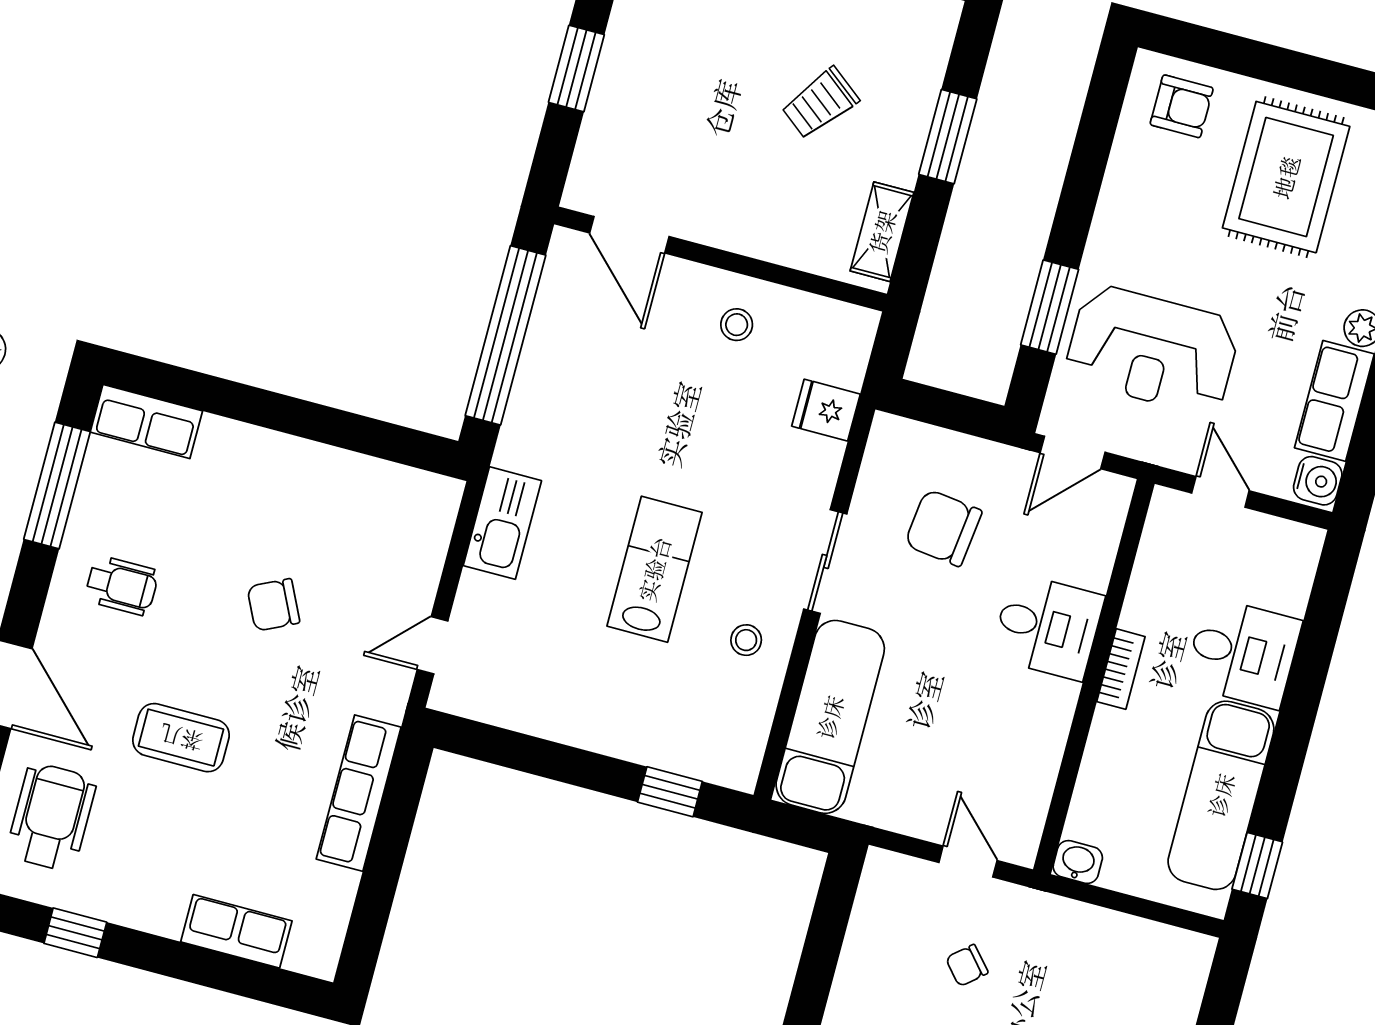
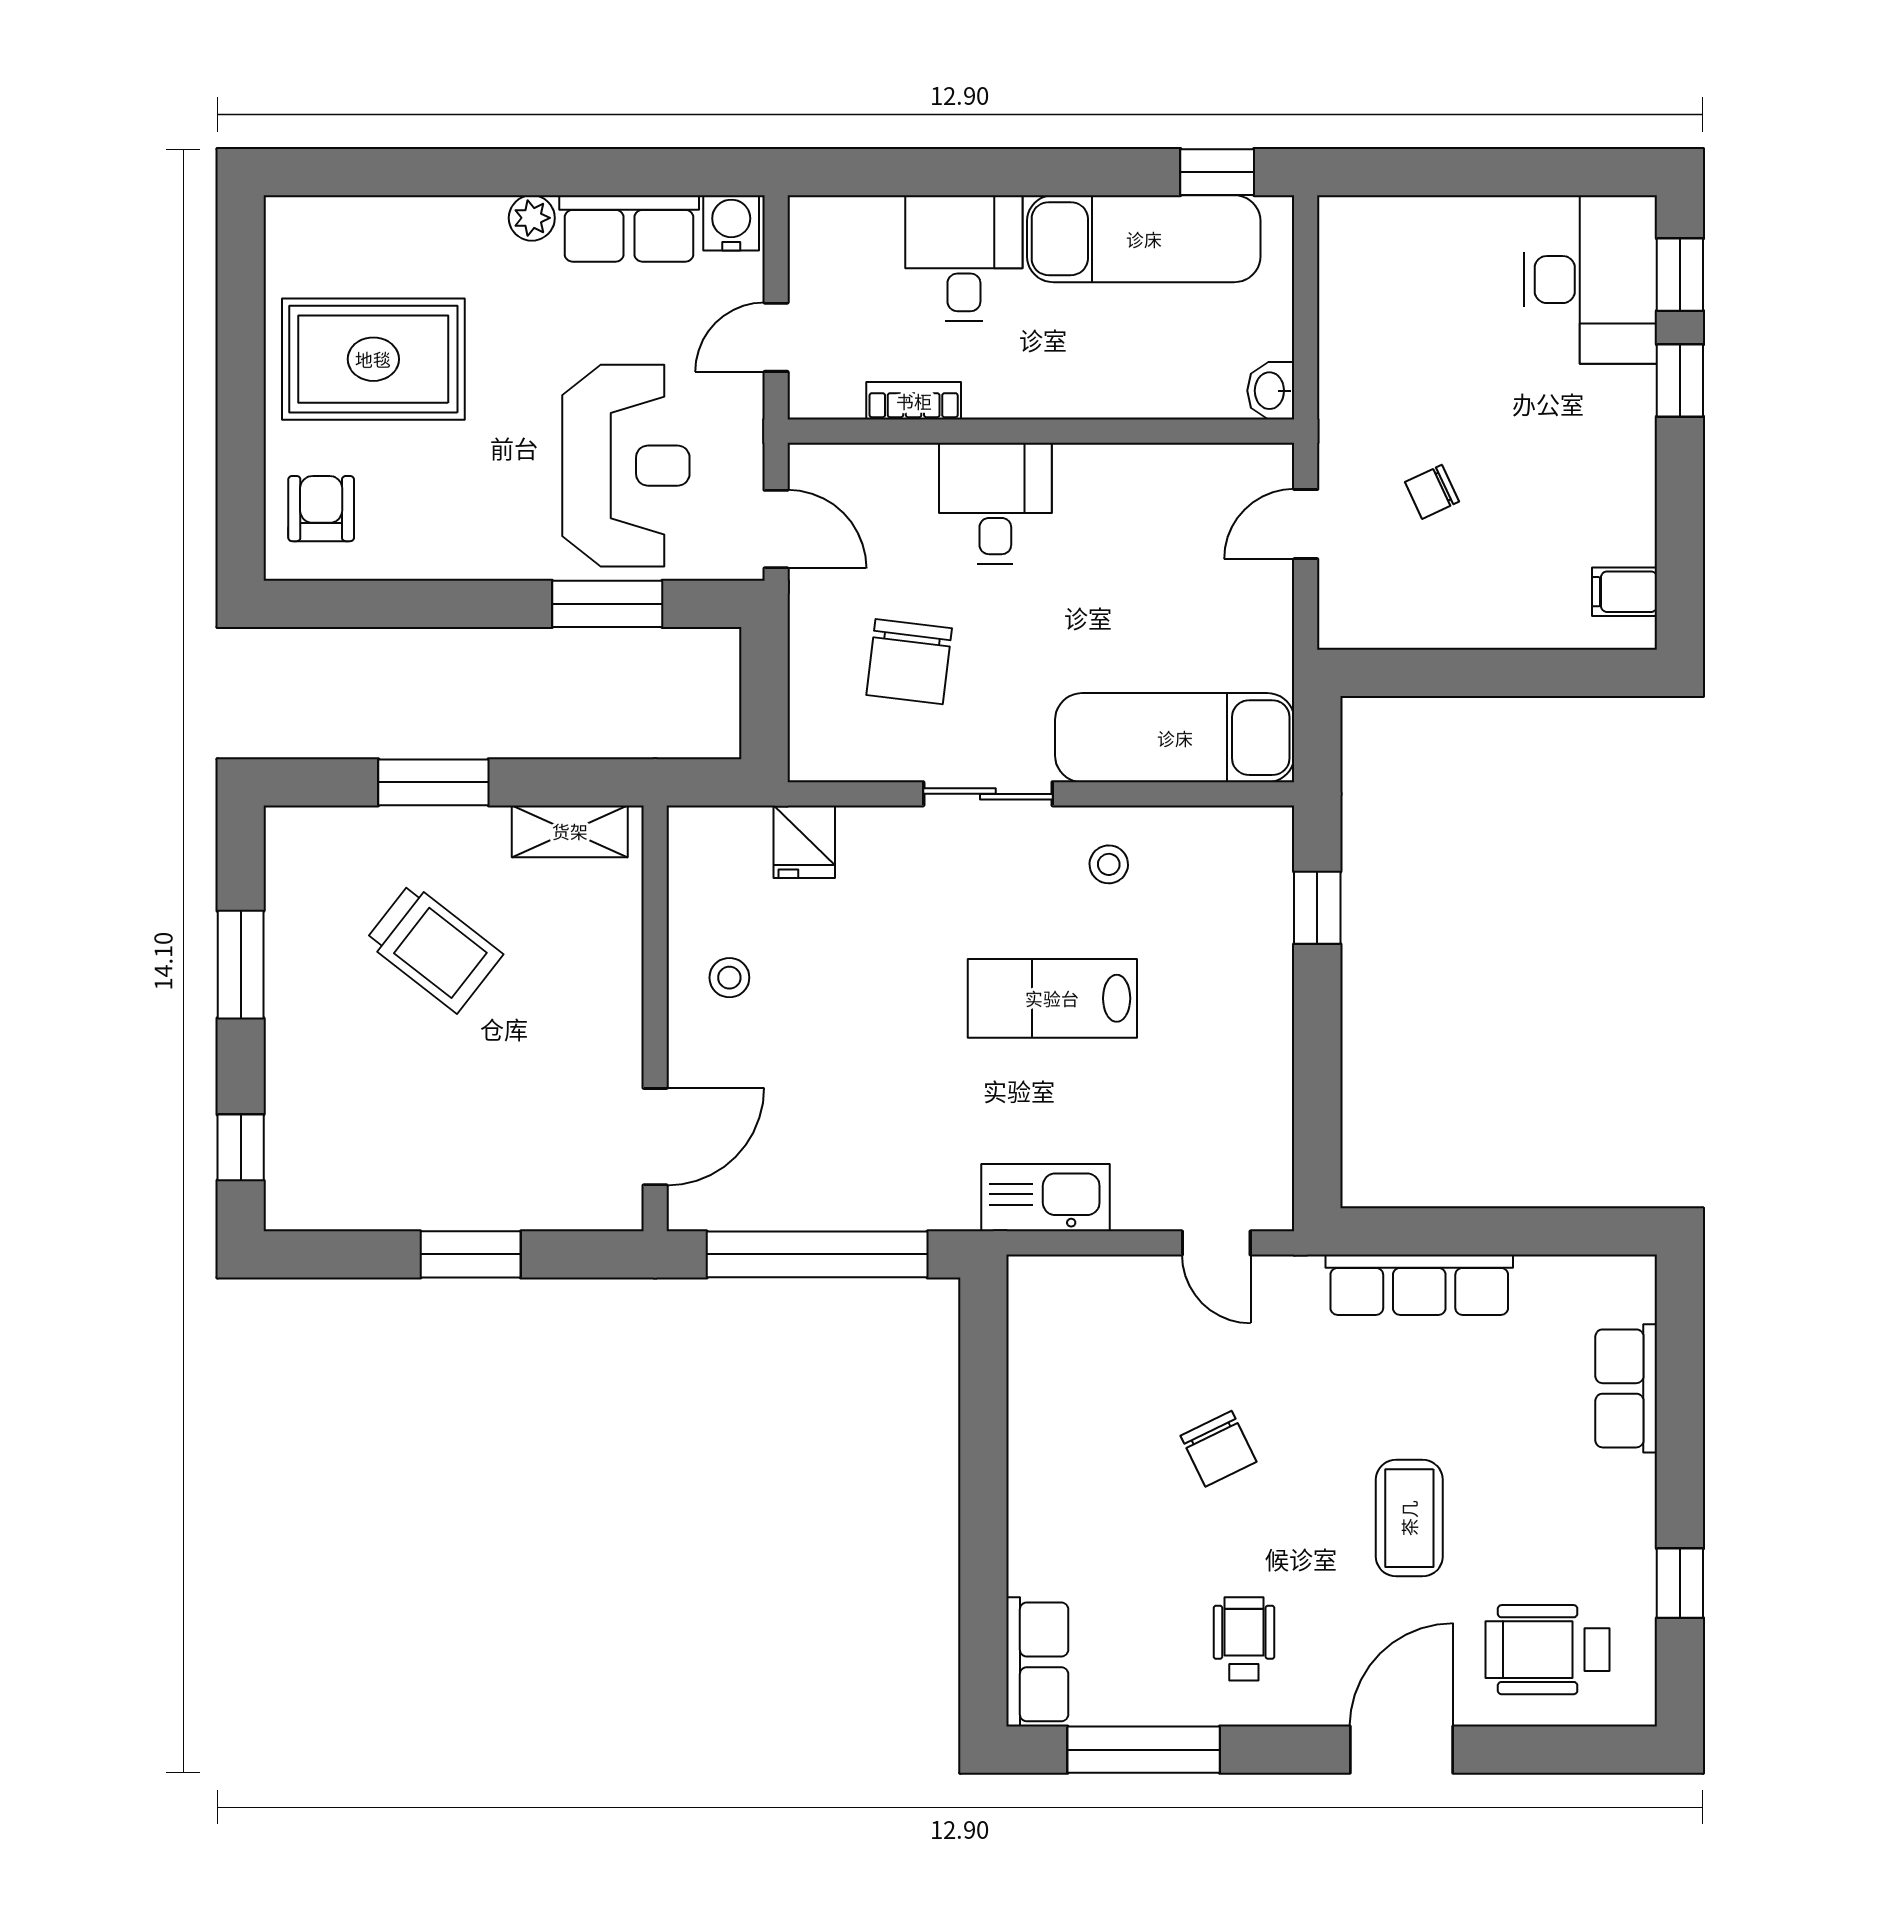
trolley: (820, 103) -> (434, 948), width x1.36, depth x1.39
bookcase: (1121, 669) -> (914, 401), moved
chair: (967, 965) -> (1432, 492), turned 106

